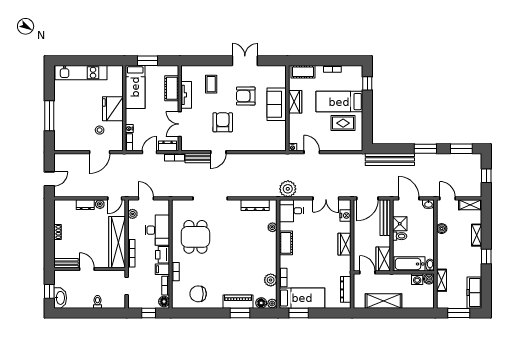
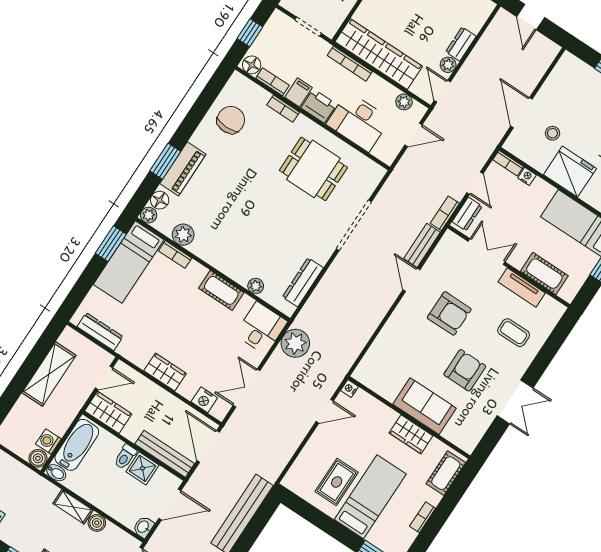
shelving: (442, 280) -> (73, 507), moved

